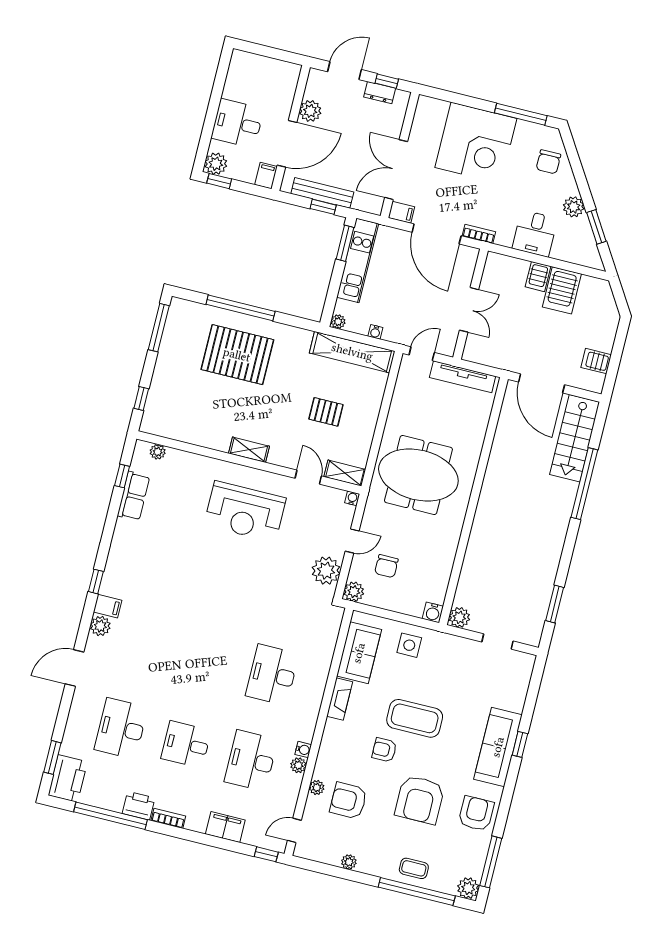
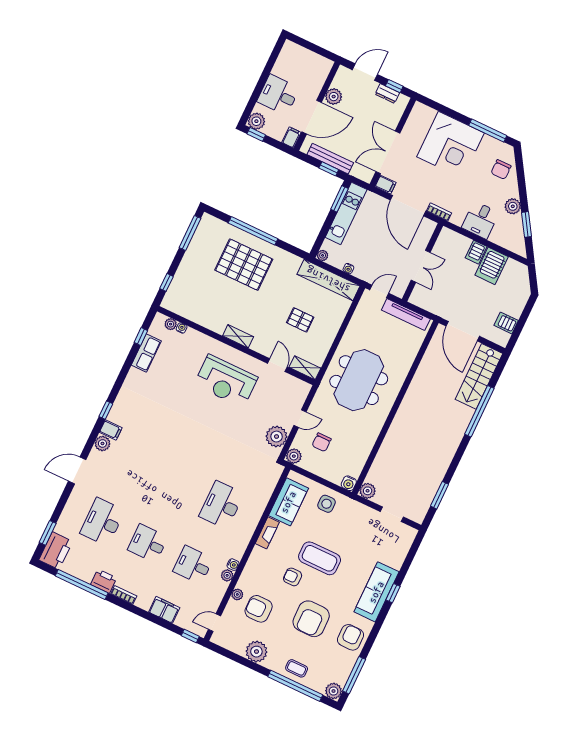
meeting table: (418, 475) -> (359, 380), turned 90
water cooler: (352, 498) -> (182, 328), moved
desk: (251, 761) -> (193, 565), width x0.73
plant: (349, 862) -> (256, 652), width x1.88, depth x1.88

